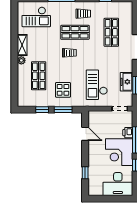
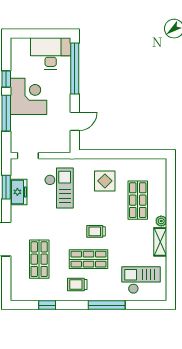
window: (42, 110) -> (133, 154), removed
window: (63, 110) -> (105, 154), removed
printer: (128, 133) -> (17, 123), removed
door: (85, 134) -> (75, 121), swing flipped
window: (85, 173) -> (75, 69), width x3.17
desk: (118, 184) -> (51, 53), moved

